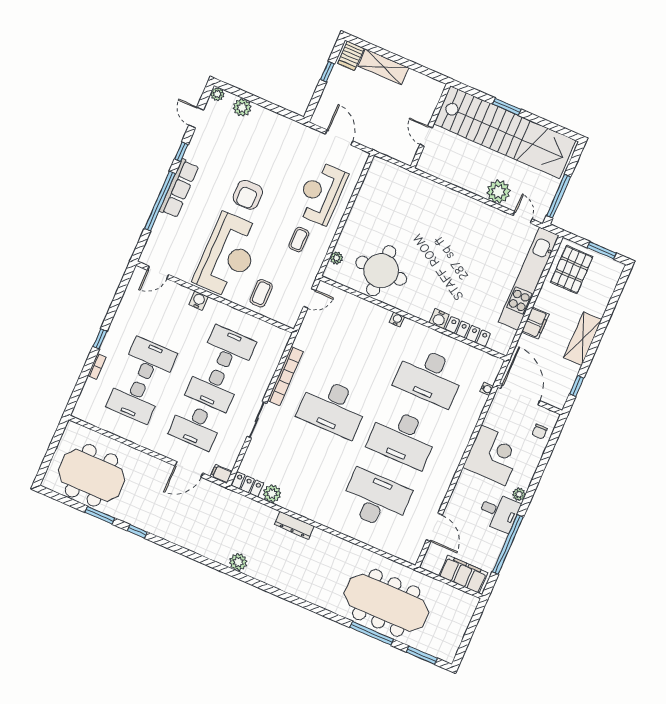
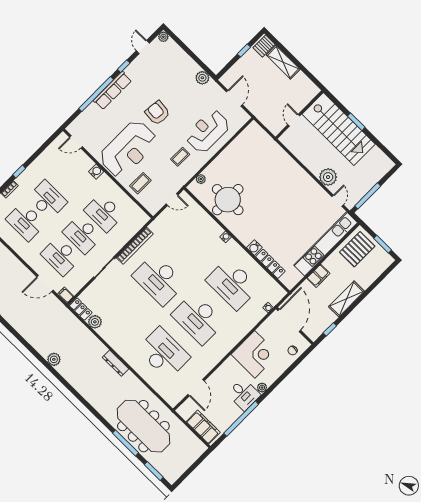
plant: (242, 107) -> (202, 78), moved
stairs: (505, 132) -> (339, 129), width x0.73
armchair: (248, 195) -> (157, 113), turned 96
desk: (229, 349) -> (104, 213), turned 180
dresser: (294, 525) -> (116, 363), moved

